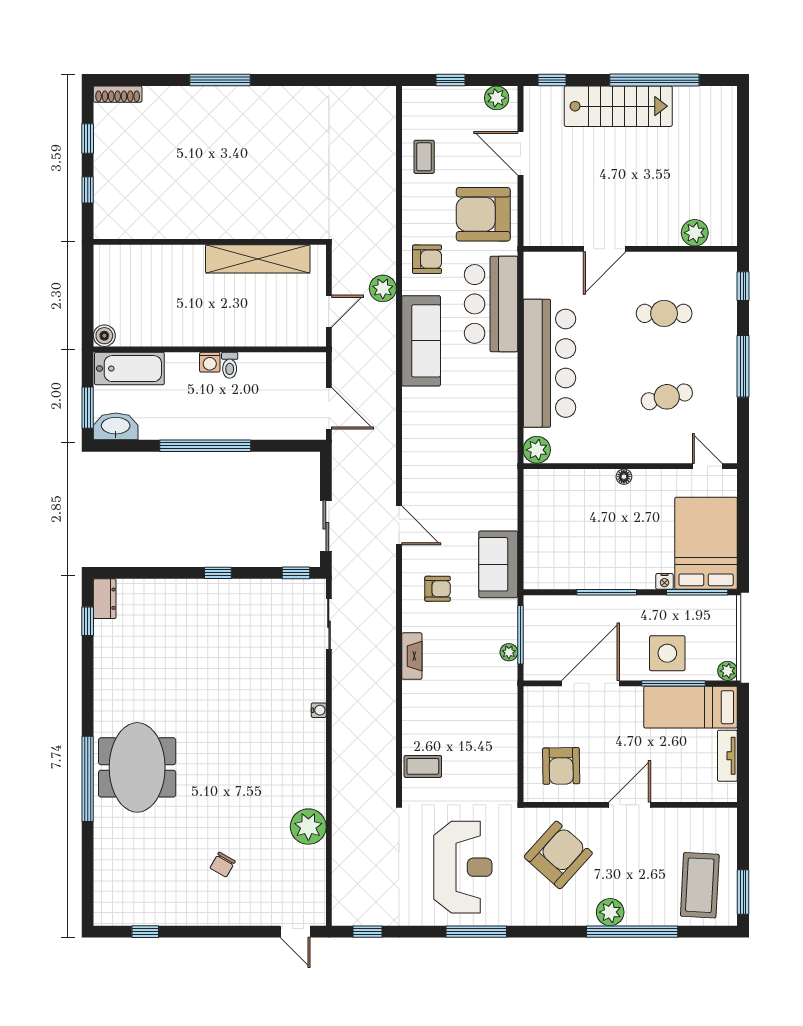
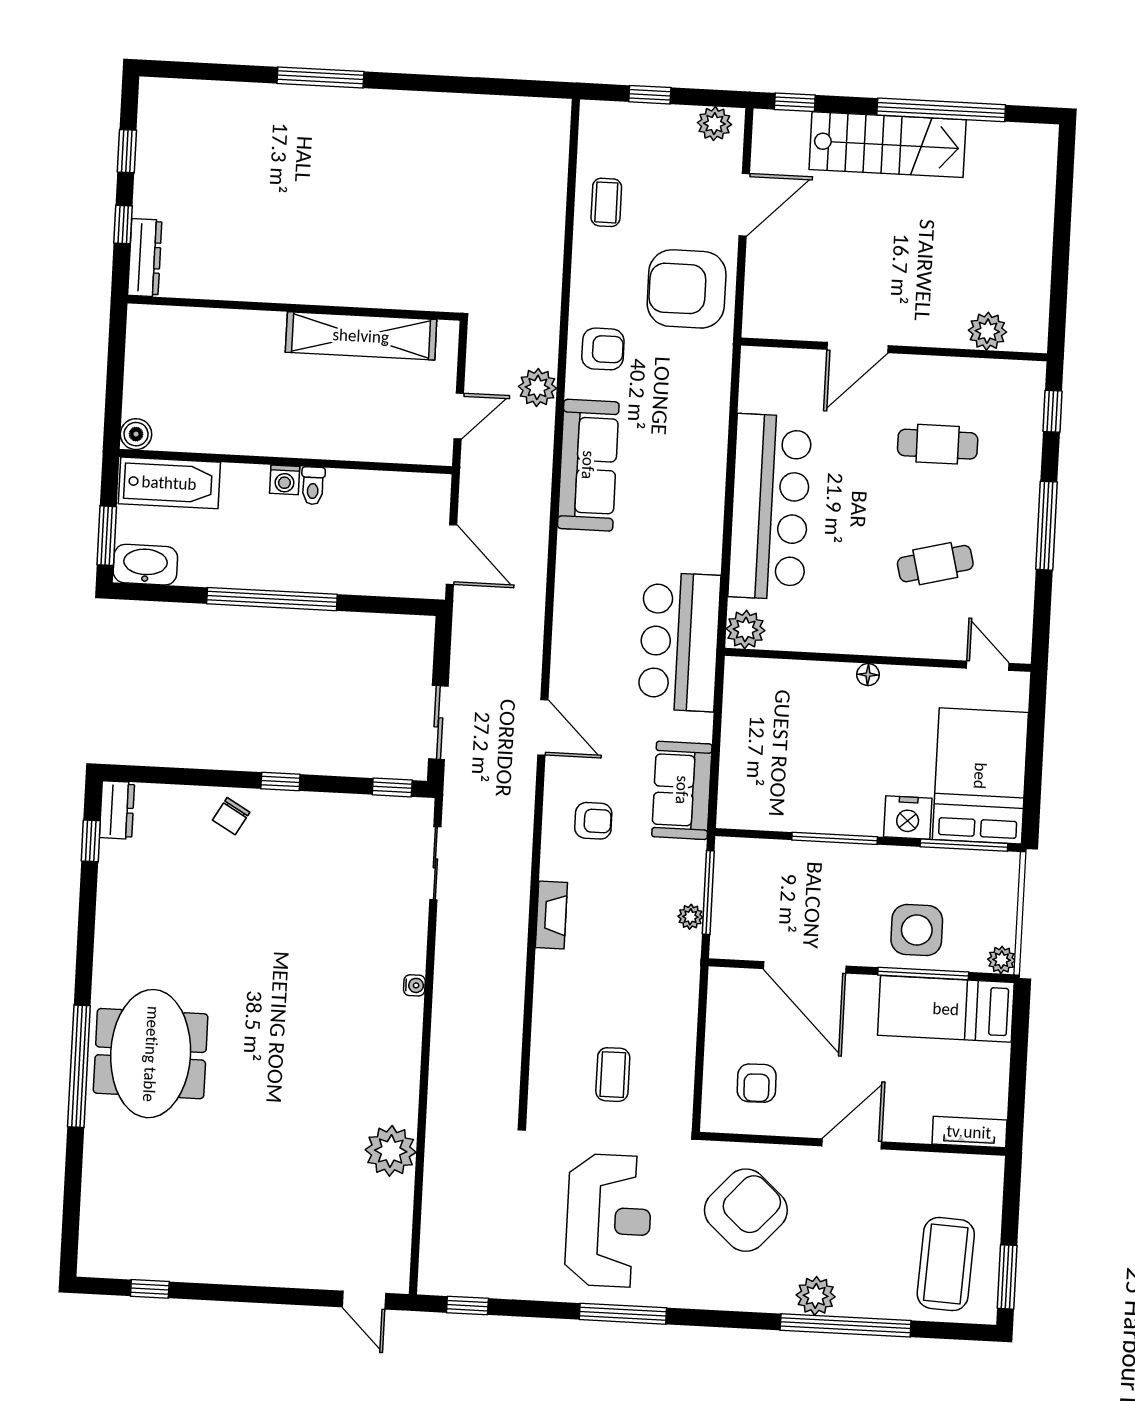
shoe rack: (118, 94) -> (173, 90), removed
door: (520, 153) -> (744, 205), swing flipped
dresser: (104, 212) -> (145, 258), added
bar counter: (491, 304) -> (679, 642), moved
nightstand: (664, 581) -> (908, 817), width x1.89, depth x1.79
door: (590, 683) -> (805, 967), swing flipped
tv unit: (727, 756) -> (969, 1132), moved, turned 90
coffee table: (423, 766) -> (613, 1075), moved, turned 90
armchair: (561, 766) -> (757, 1083), width x0.72, depth x0.72
chair: (223, 865) -> (231, 816), moved

